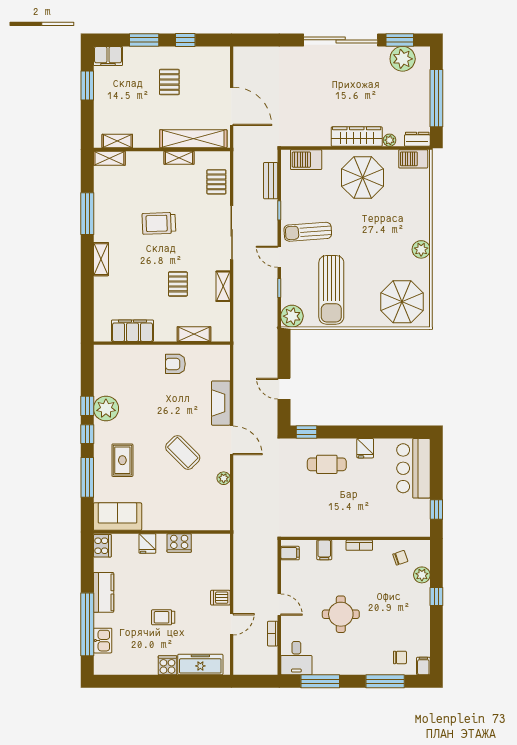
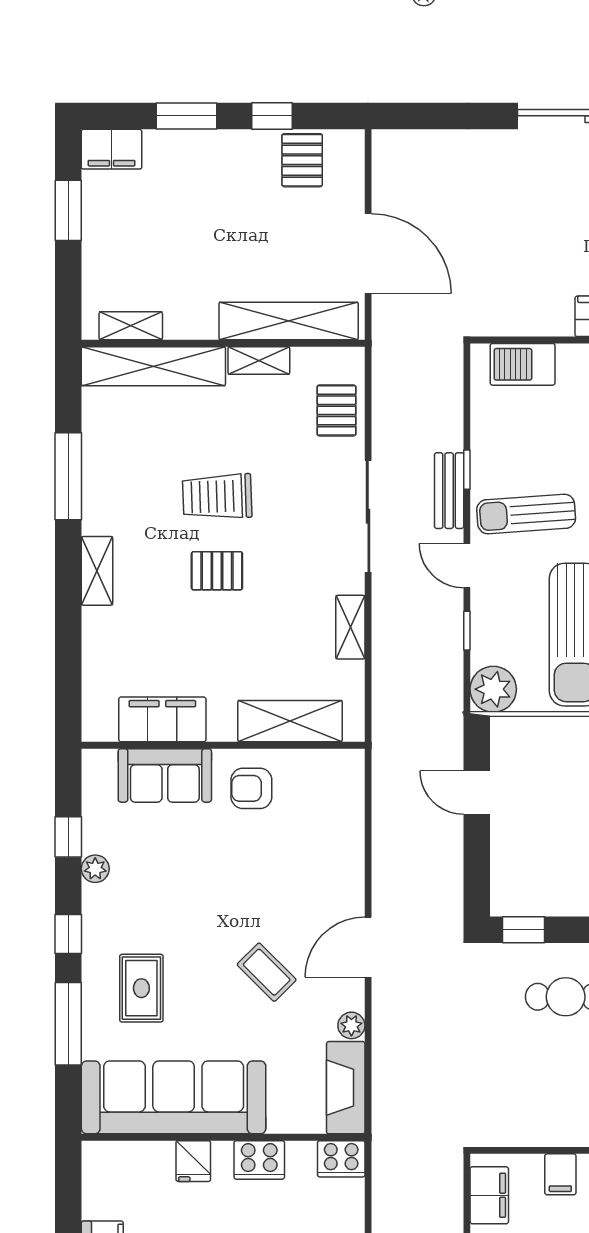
pallet: (169, 82) -> (302, 160), moved
shelving: (109, 158) -> (153, 366), width x2.20, depth x1.33
bench: (271, 181) -> (449, 491), moved
pallet: (178, 284) -> (217, 571), moved, turned 90
shelving: (194, 334) -> (290, 721), width x1.50, depth x1.33
sofa: (134, 358) -> (165, 775), added
door: (284, 389) -> (477, 793), moved
fireplace: (221, 403) -> (346, 1088), moved
window: (87, 406) -> (68, 837), moved
plant: (106, 408) -> (95, 869), width x0.53, depth x0.53
door: (232, 440) -> (368, 947), swing flipped
coffee table: (183, 452) -> (267, 972), width x0.73, depth x0.77
sofa: (118, 517) -> (174, 1097), width x1.85, depth x1.27
cooker: (102, 546) -> (341, 1159), moved, turned 90
filing cabinet: (290, 553) -> (489, 1195), width x2.00

